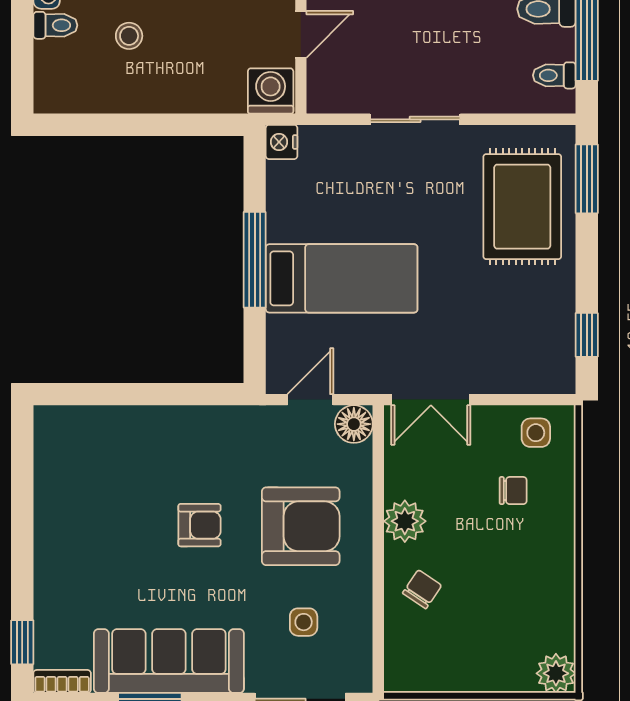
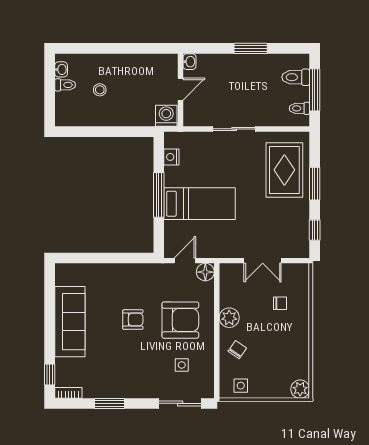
nightstand: (282, 142) -> (171, 157), moved
window: (587, 179) -> (315, 184), moved
double door: (431, 400) -> (263, 261), moved
side table: (536, 433) -> (241, 386), moved
sofa: (169, 661) -> (70, 322), moved, turned 90

